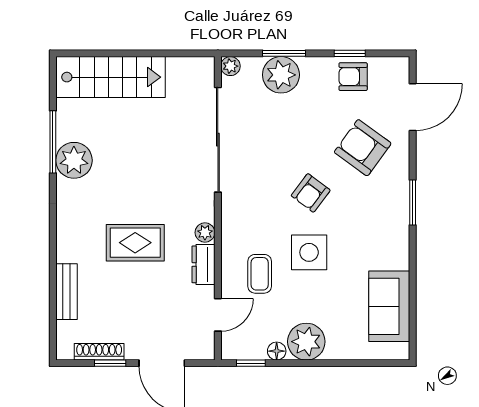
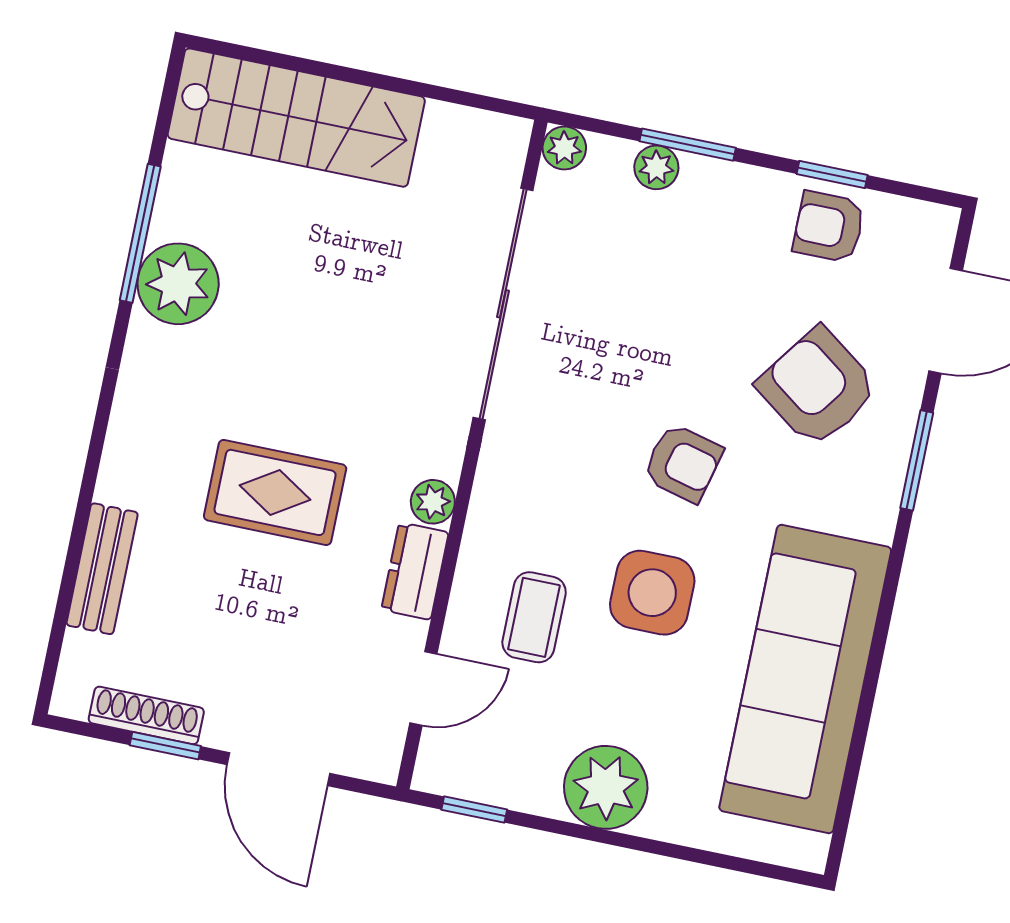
plant: (281, 75) -> (656, 167), width x0.53, depth x0.53
armchair: (311, 193) -> (683, 463), turned -113
window: (413, 203) -> (917, 460), moved
sofa: (389, 306) -> (805, 679), width x1.85, depth x1.27
floor lamp: (277, 351) -> (536, 795), removed

